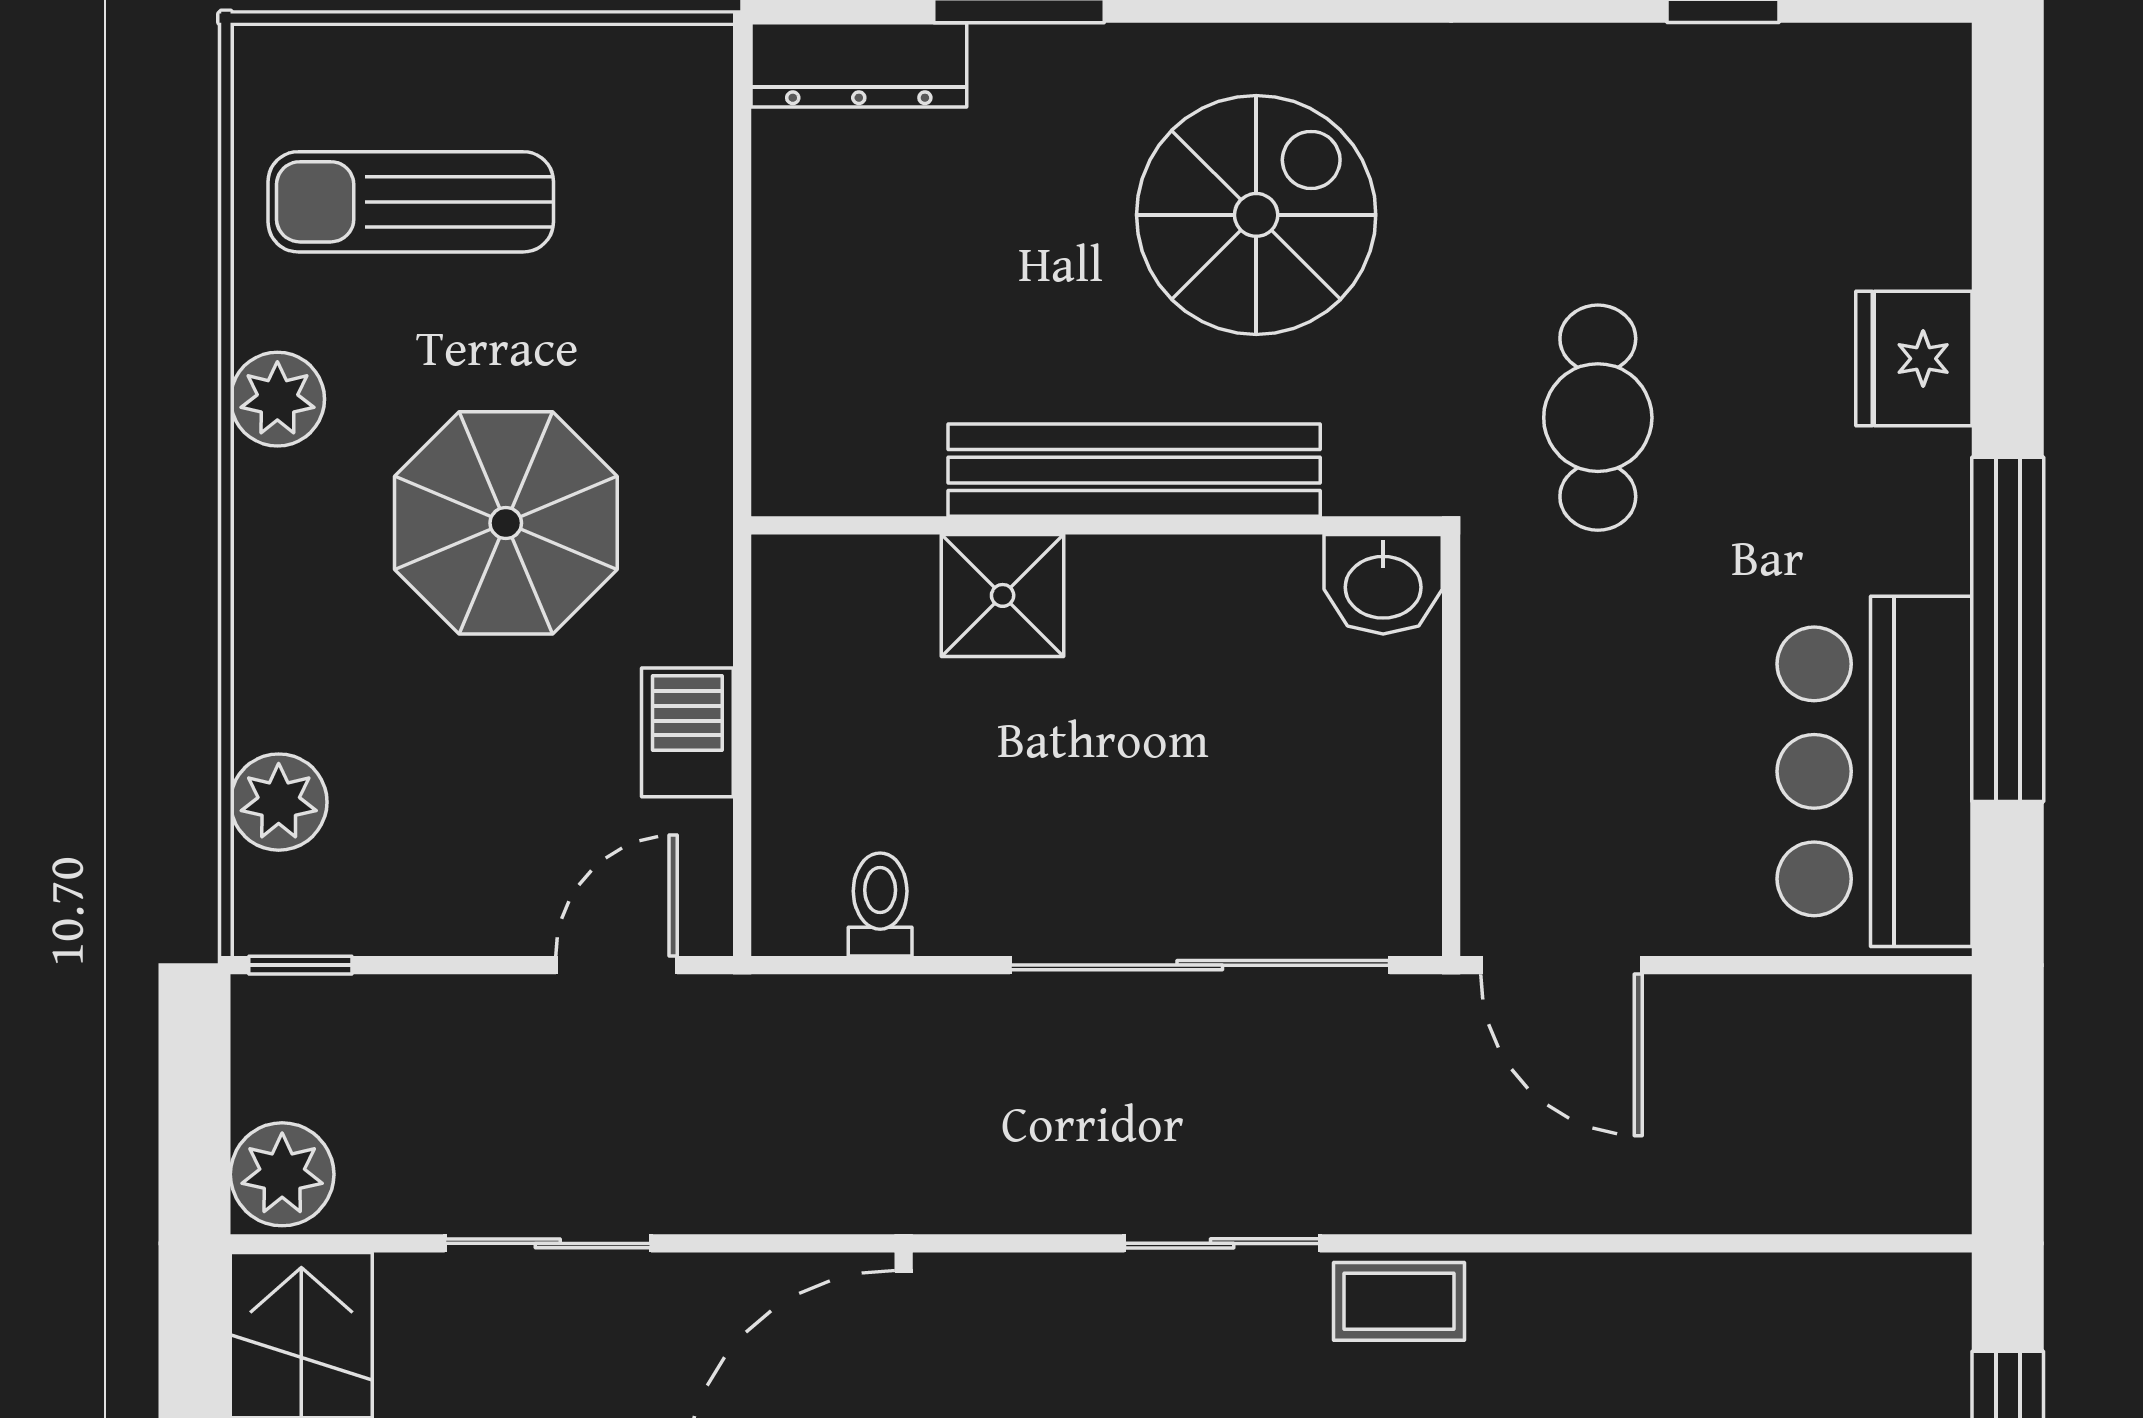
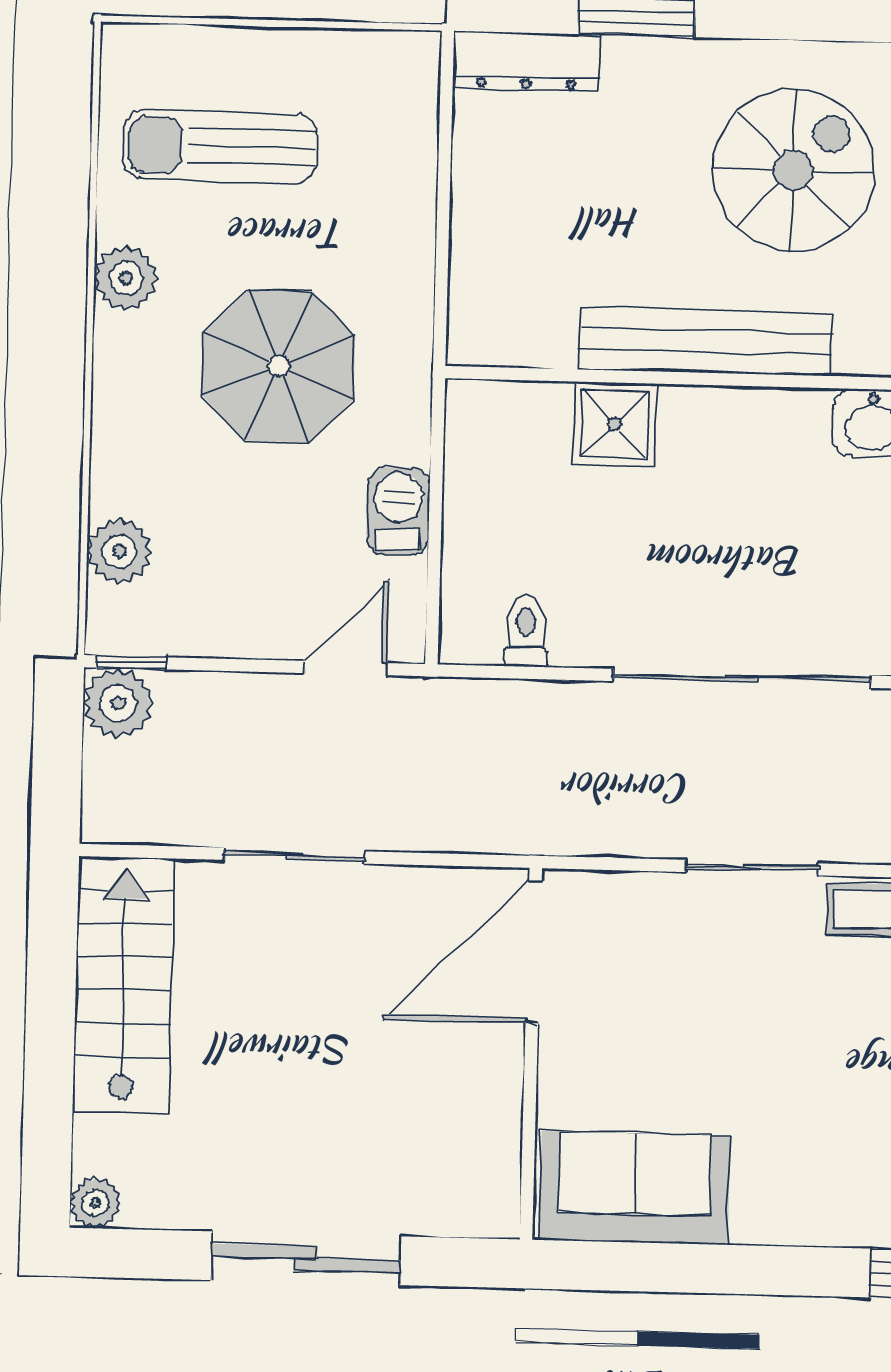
plant: (282, 1174) -> (118, 703), moved

